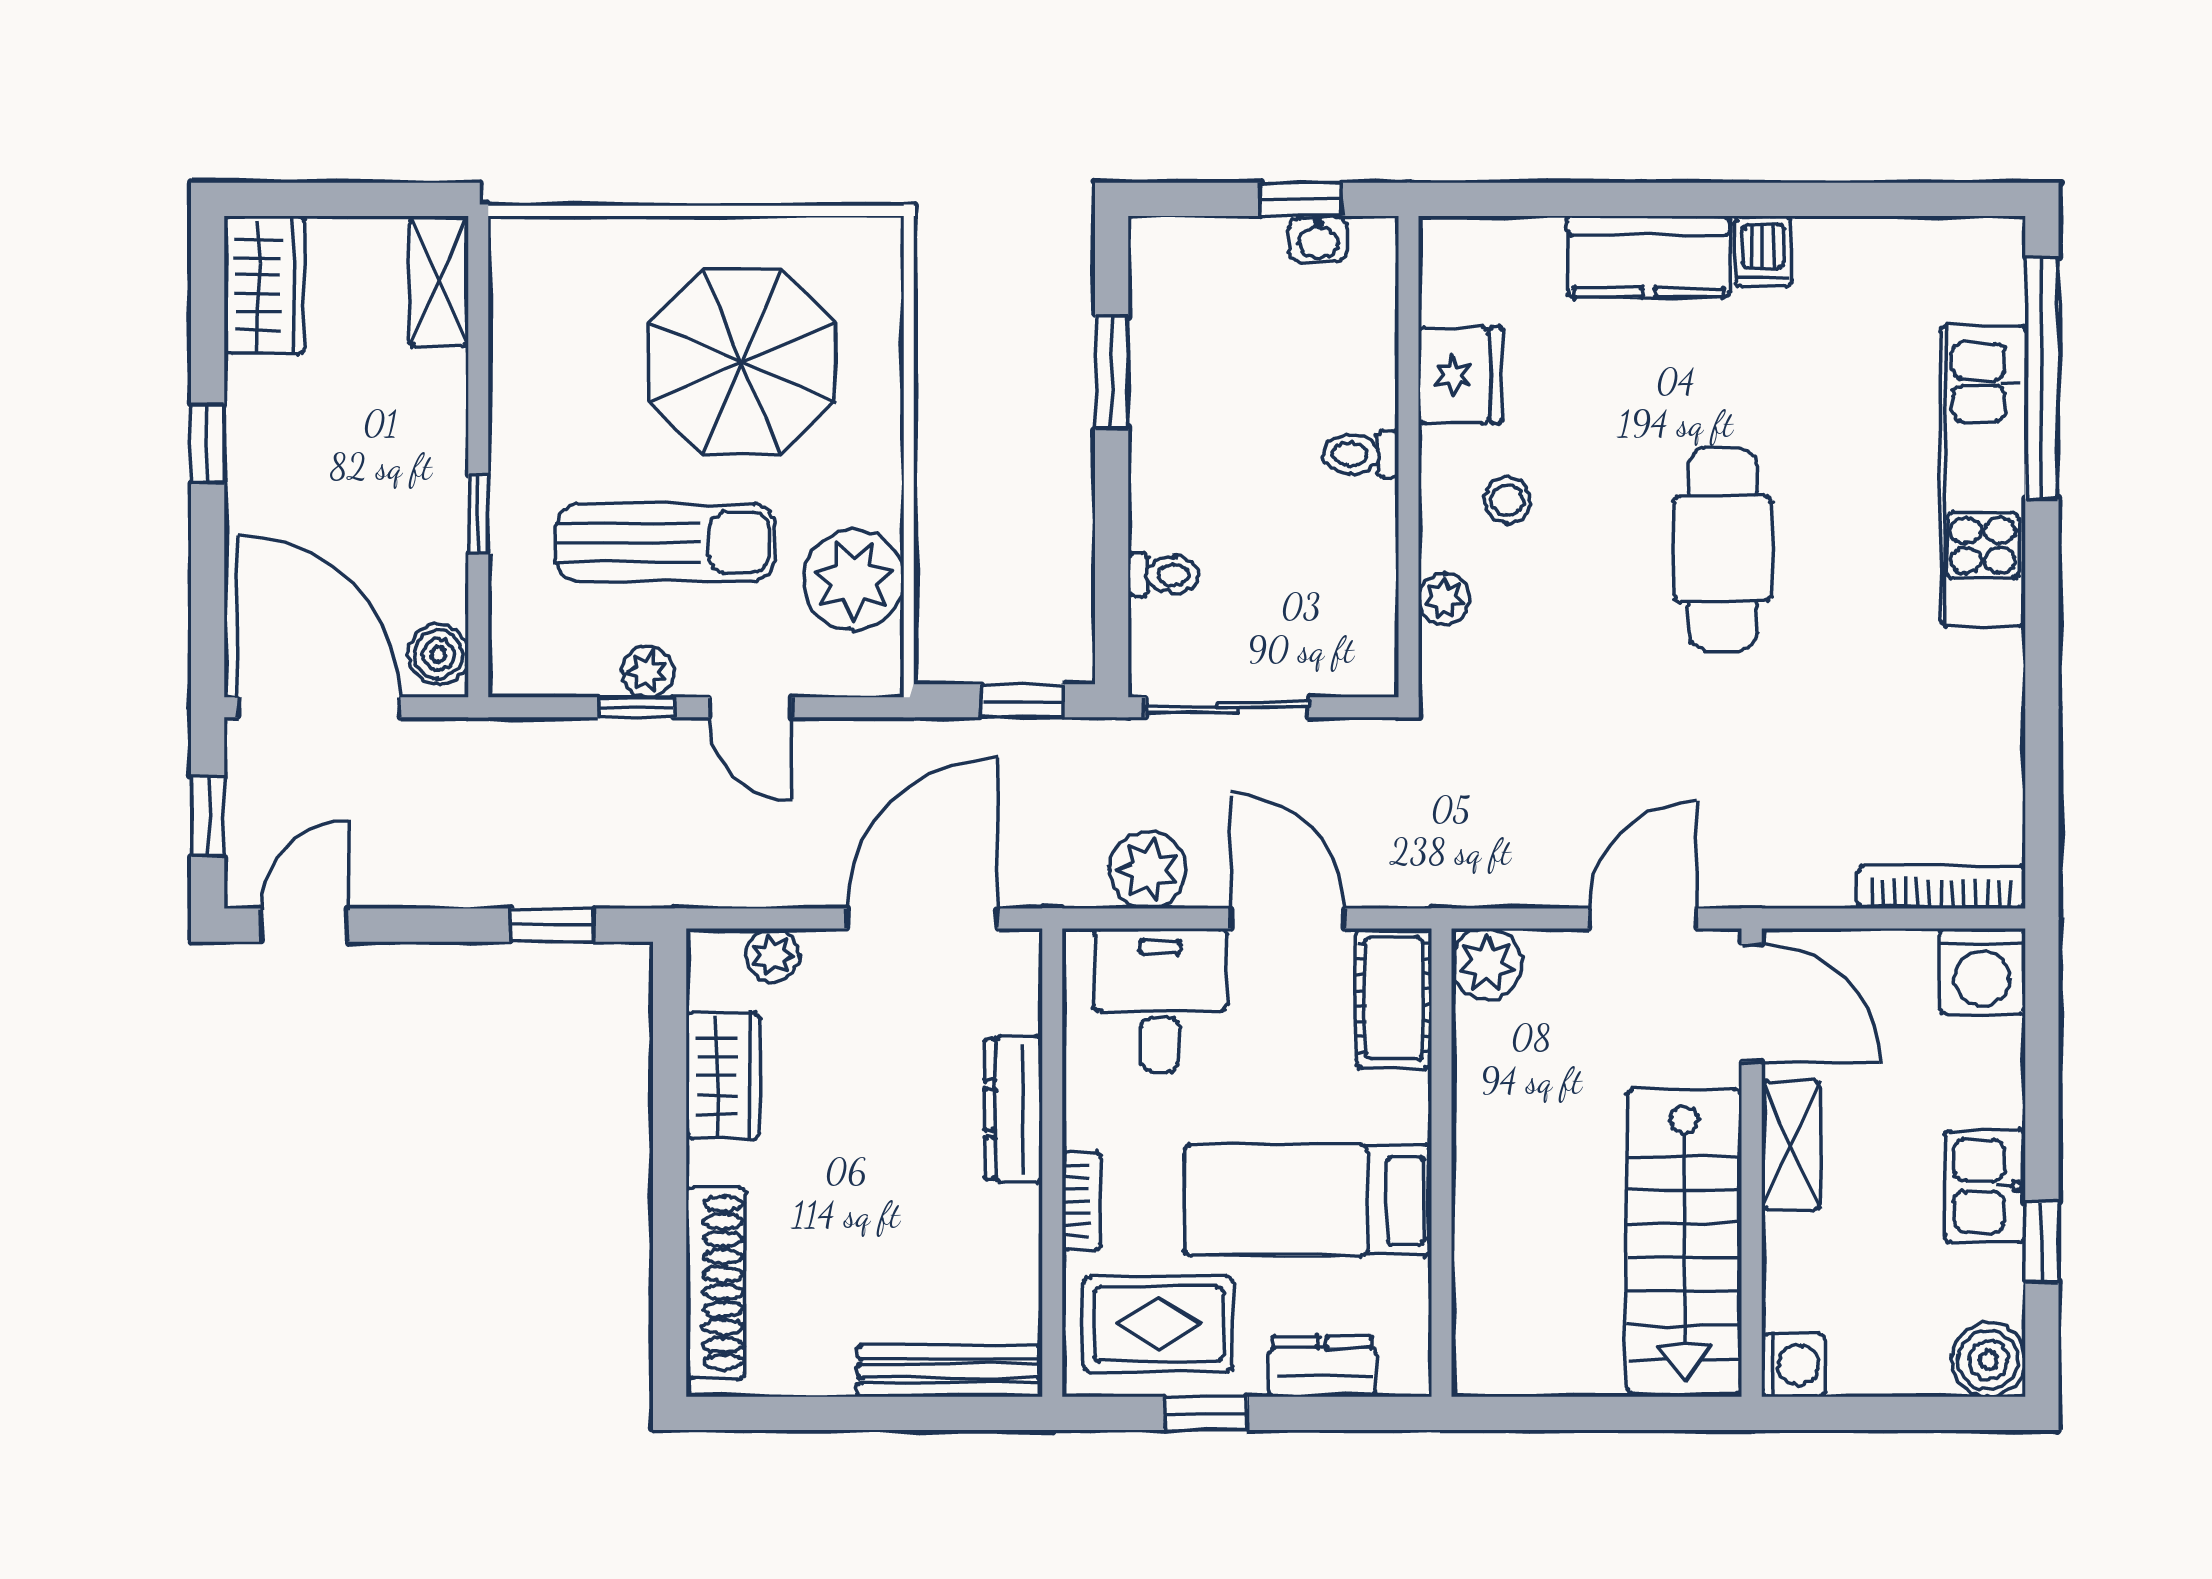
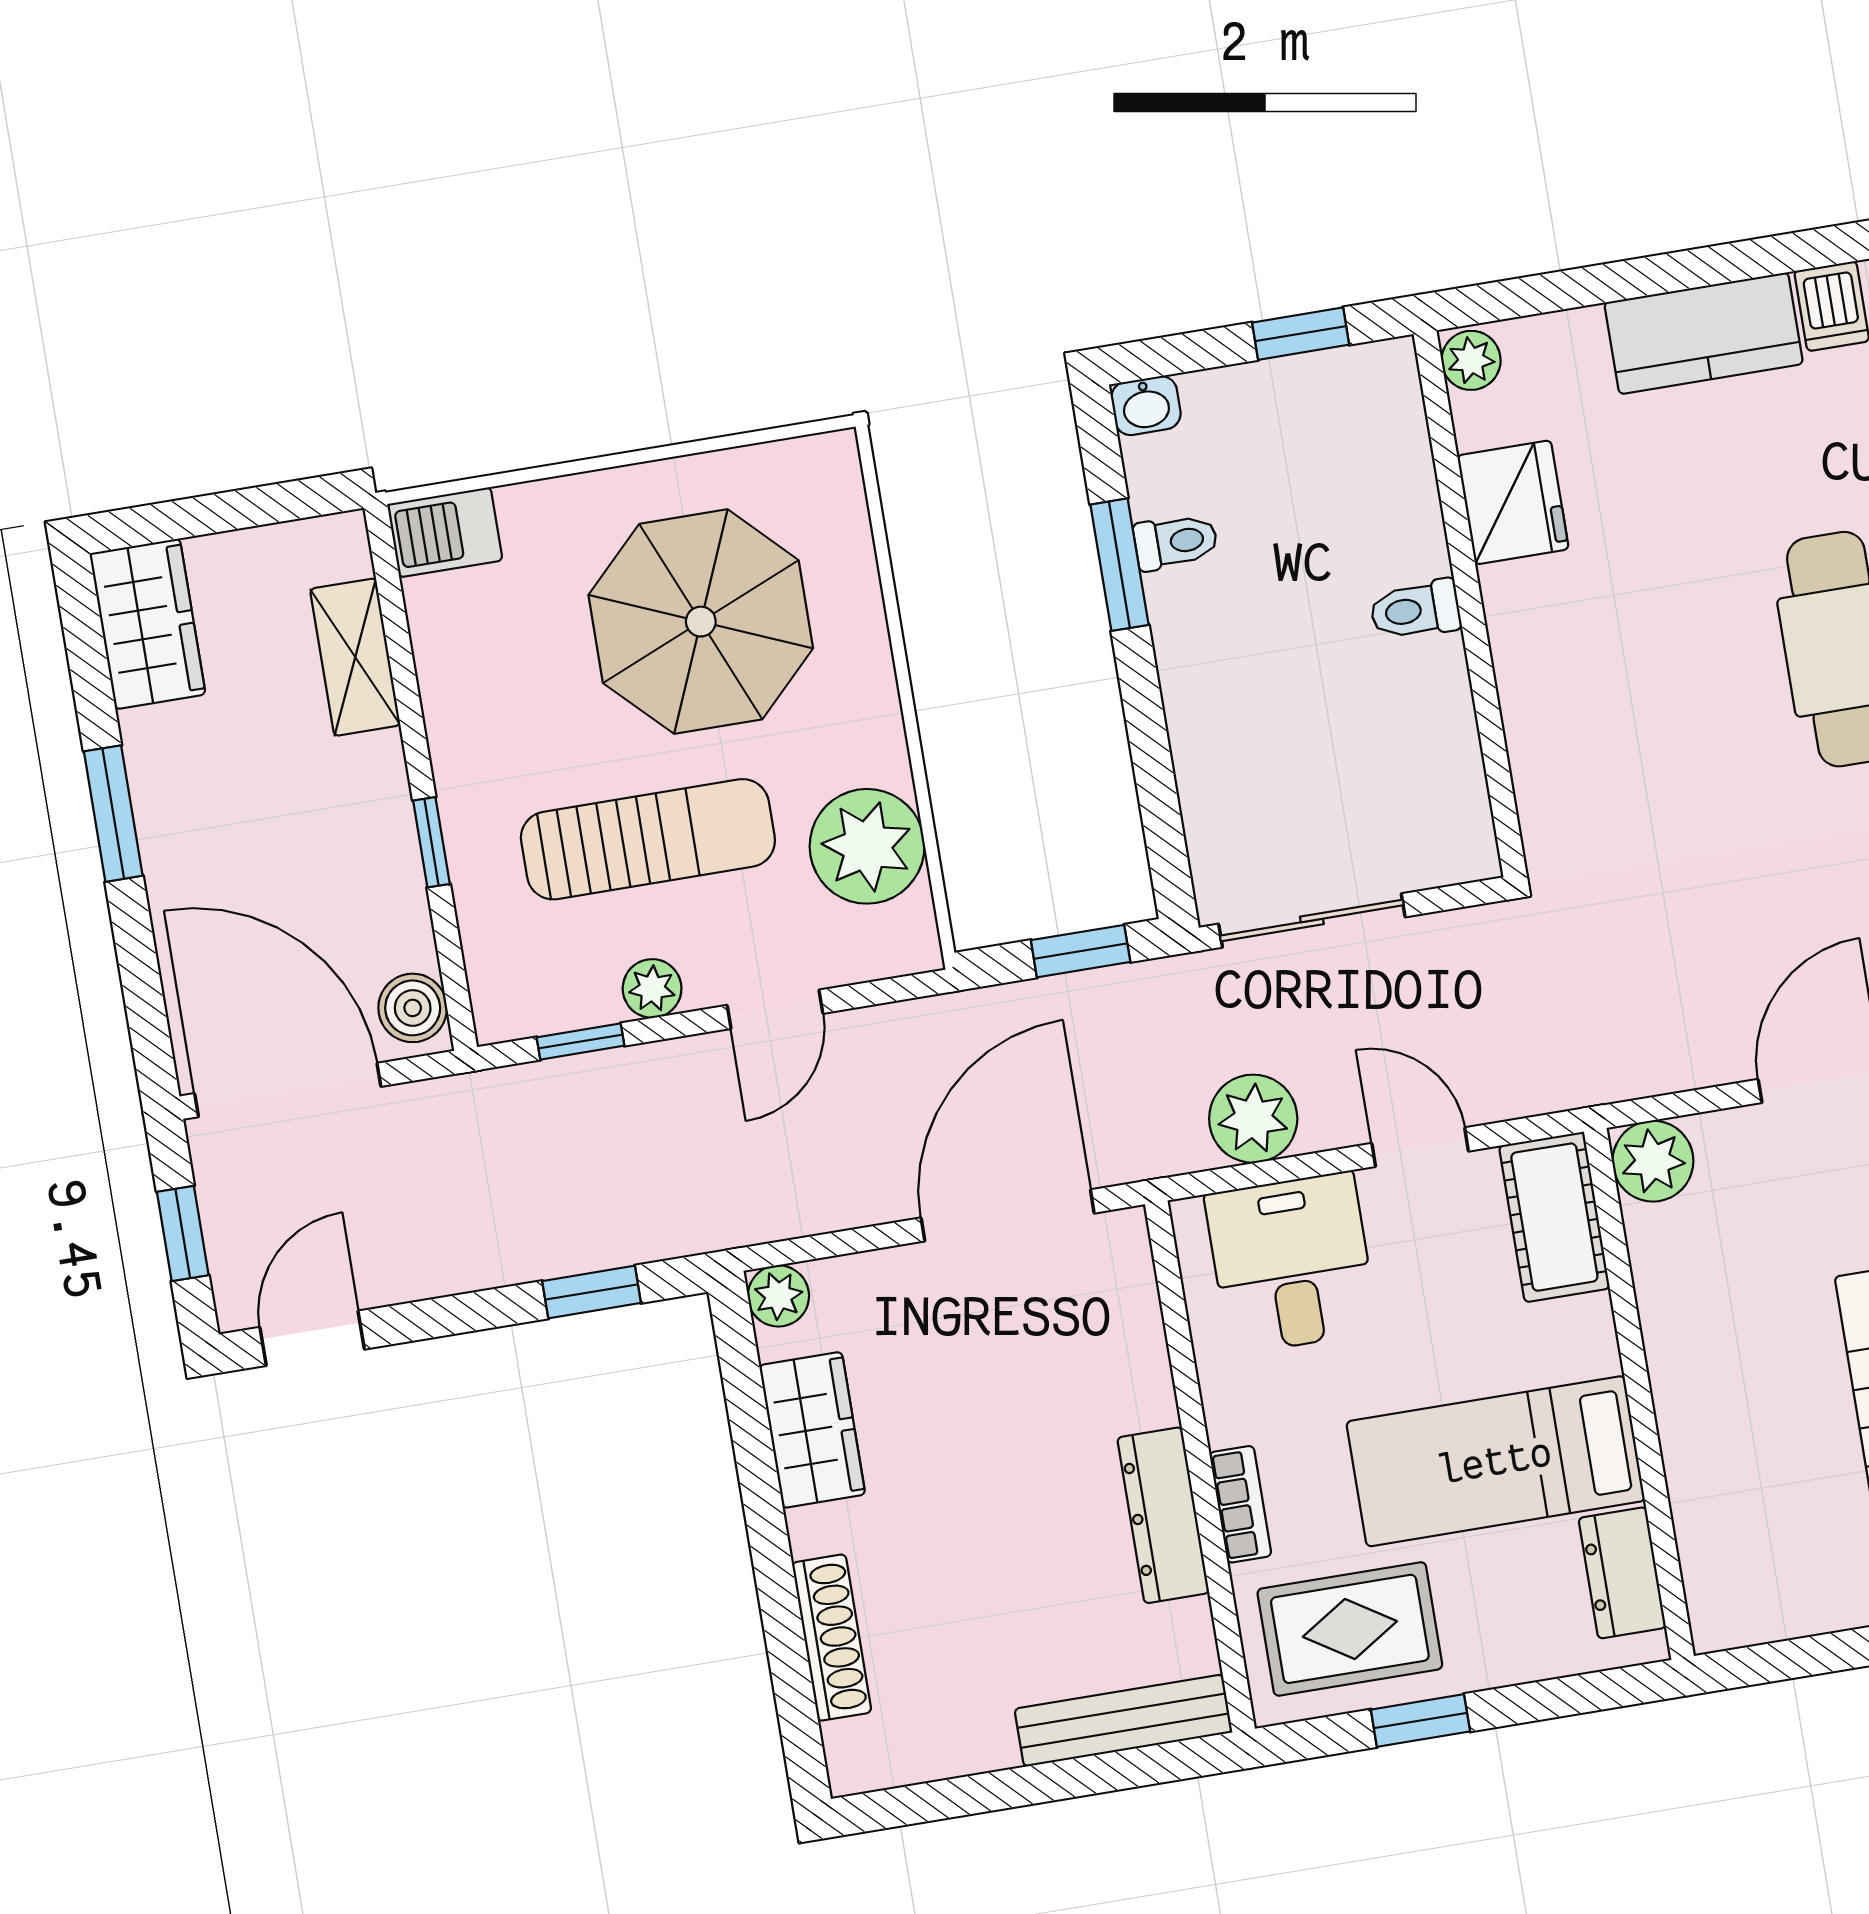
washbasin: (1318, 239) -> (1146, 406), moved
barbecue: (534, 248) -> (445, 532), added
shelving: (439, 281) -> (355, 657), moved
window: (208, 444) -> (113, 814), width x1.50
stool: (1507, 500) -> (1590, 634), removed
toilet: (1163, 575) -> (1176, 542), moved
plant: (1444, 599) -> (1471, 360), moved
window: (636, 707) -> (581, 1042), moved
door: (751, 707) -> (775, 1009), hinge flipped
door: (1288, 918) -> (1420, 1147), width x0.73
plant: (773, 955) -> (778, 1296), moved
dresser: (1014, 1109) -> (1163, 1515), moved
shoe rack: (716, 1283) -> (832, 1638), width x0.74, depth x0.81
dresser: (1322, 1367) -> (1622, 1573), moved, turned -90

